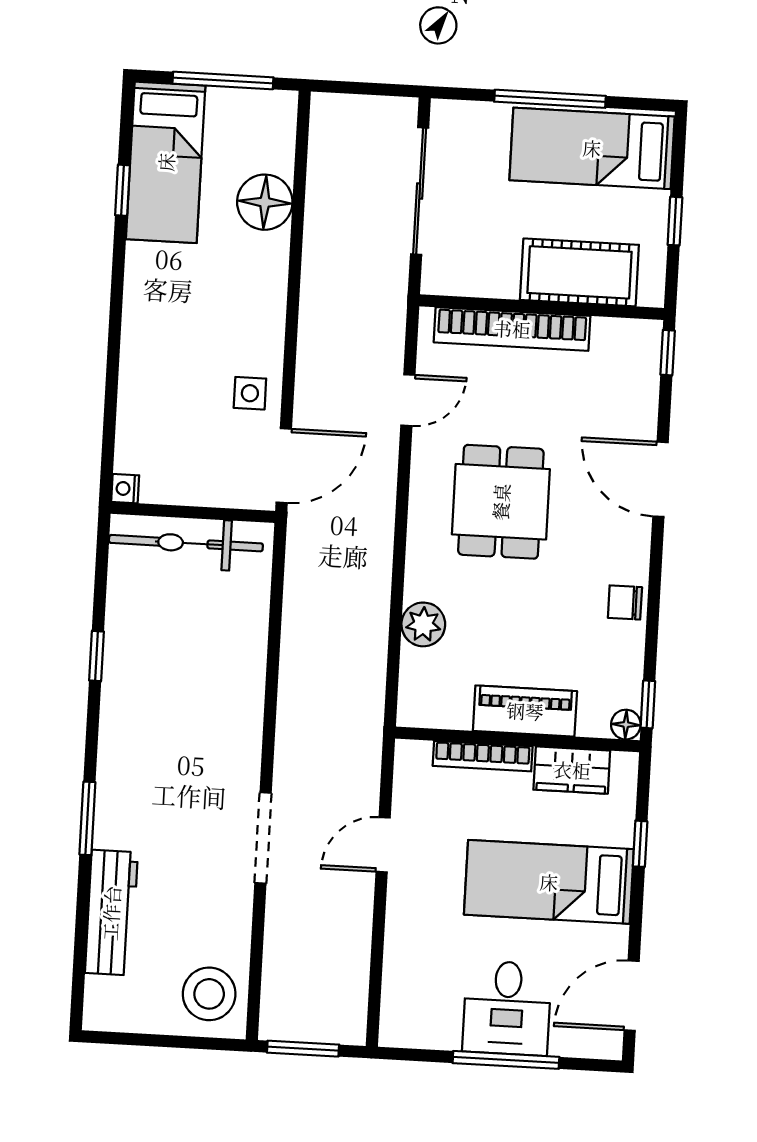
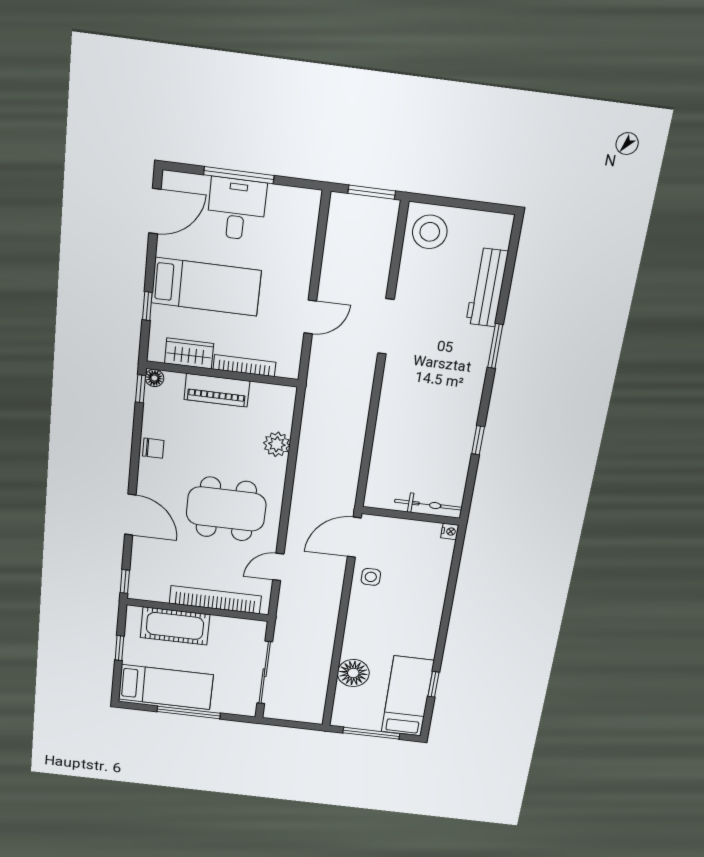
dining table: (501, 502) -> (226, 509), width x1.37
bicycle: (186, 543) -> (428, 505), width x0.73, depth x0.71

